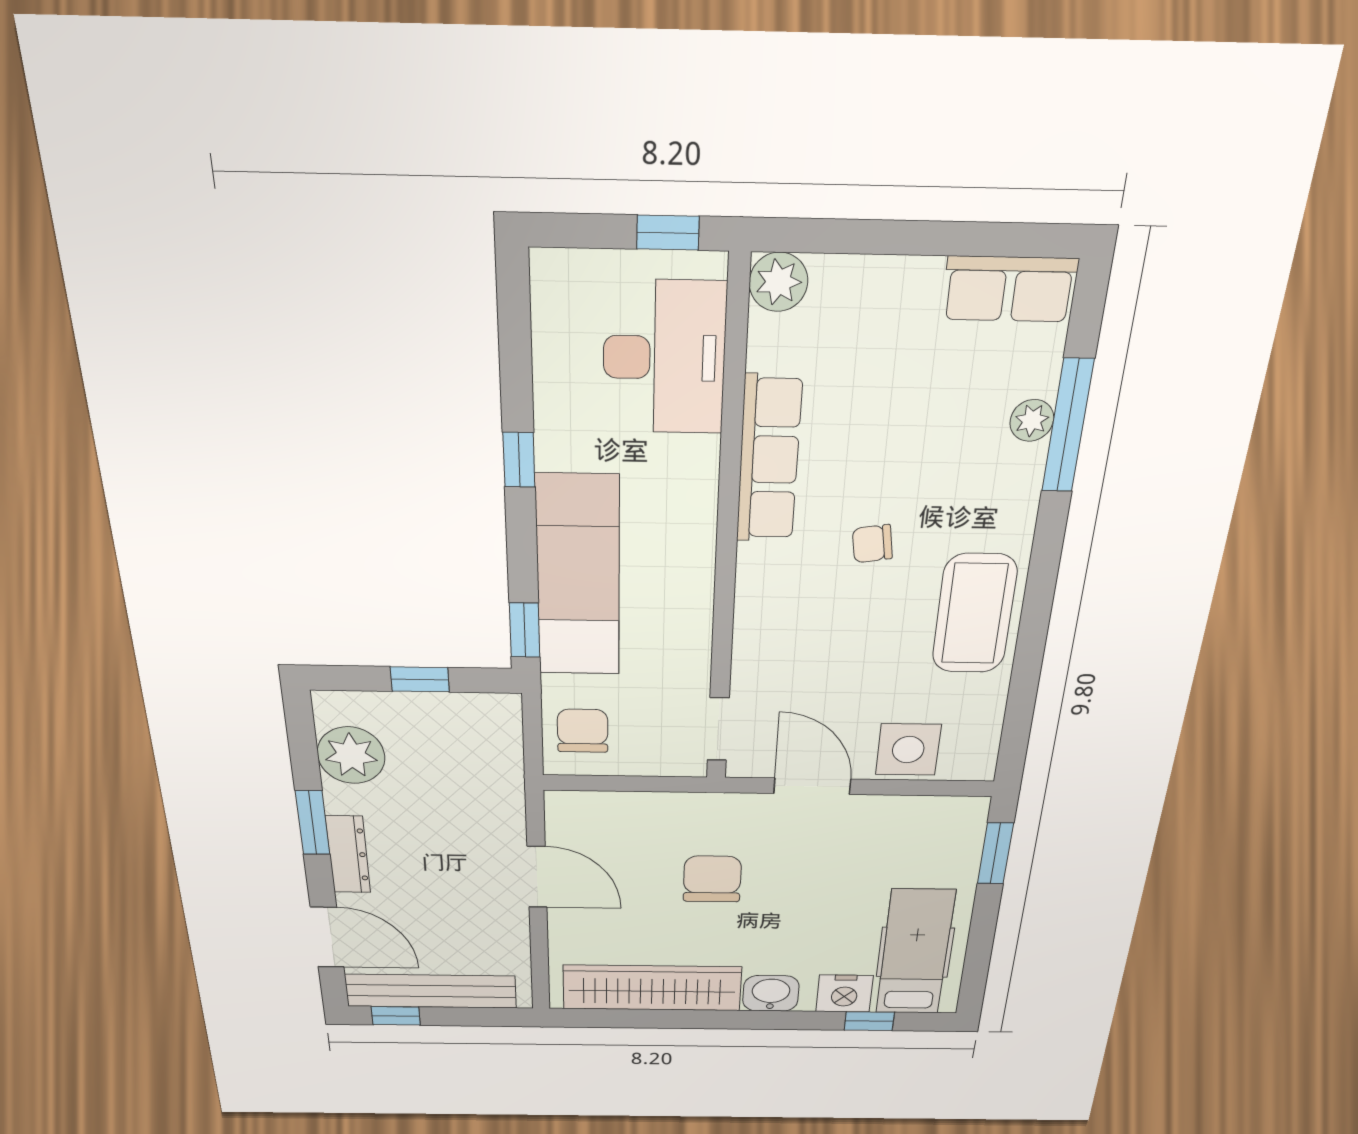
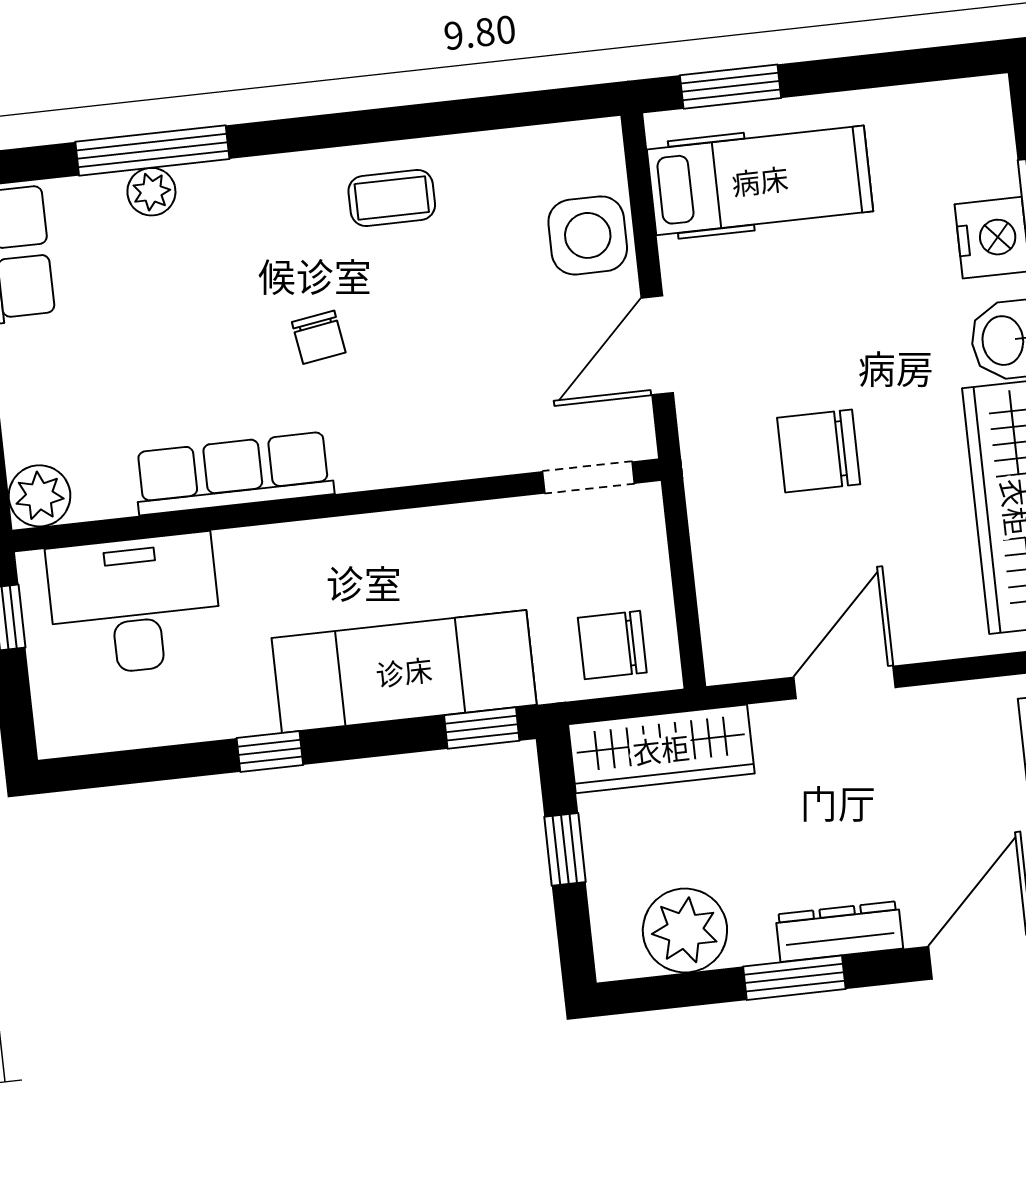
coffee table: (974, 614) -> (392, 198), width x0.54, depth x0.58
wardrobe: (497, 755) -> (661, 749), added
hospital bed: (915, 952) -> (760, 180), moved, turned 180

